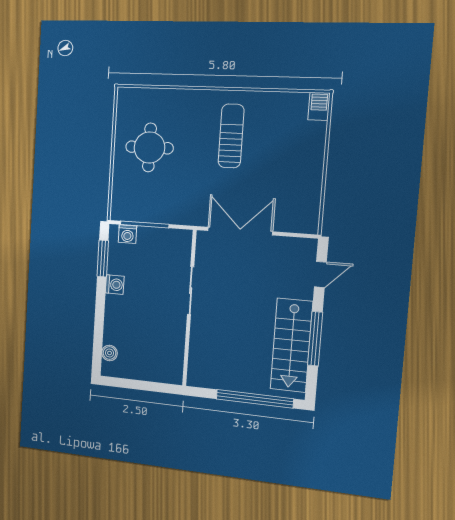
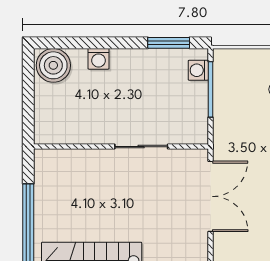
washing machine: (115, 285) -> (99, 59), moved
boiler: (110, 353) -> (53, 65), width x1.86, depth x1.86

